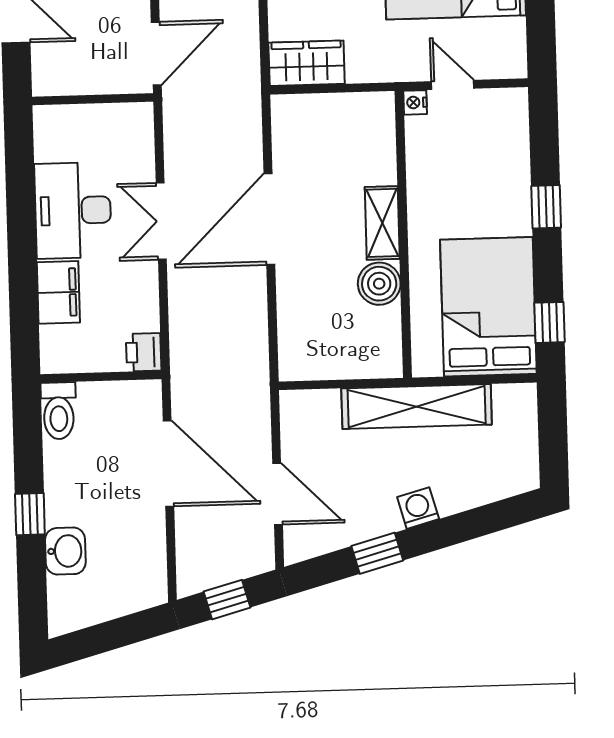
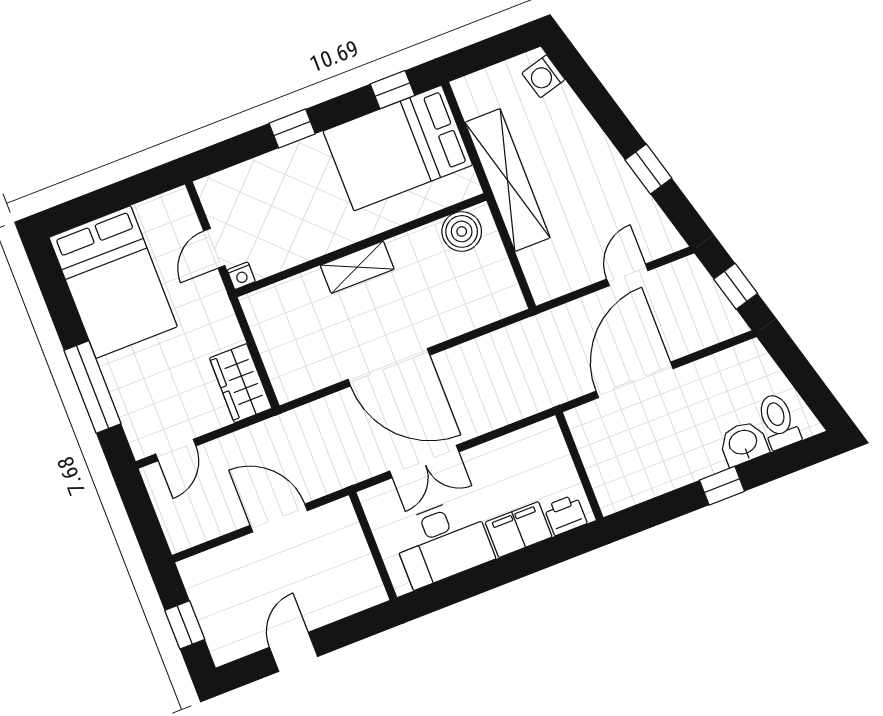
wall: (93, 99) -> (373, 546), moved
boiler: (379, 284) -> (462, 231), moved
printer: (144, 352) -> (565, 515), moved, turned 180
toilet: (59, 411) -> (778, 421), moved, turned -90
door: (278, 494) -> (627, 275), width x0.73
washing machine: (418, 508) -> (543, 76), moved

